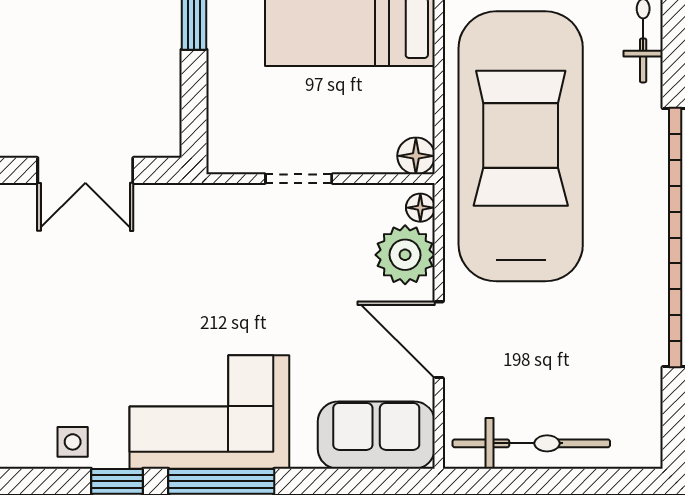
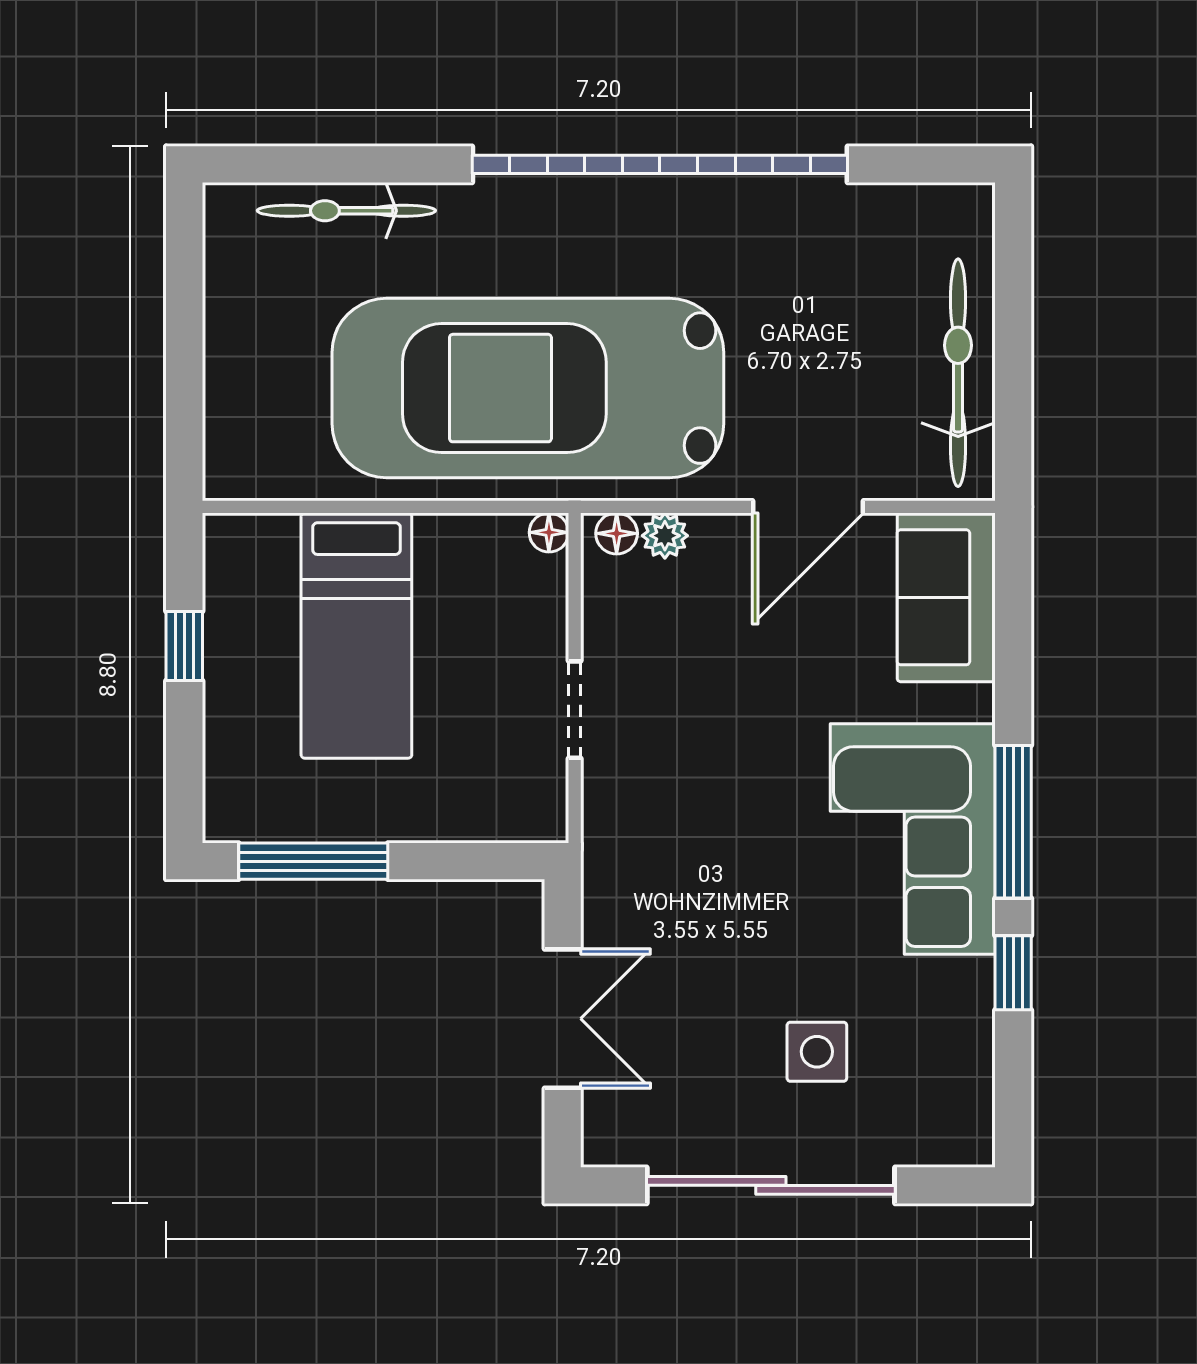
floor lamp: (416, 156) -> (549, 532), width x0.73, depth x0.73
plant: (405, 255) -> (665, 536), width x0.53, depth x0.53
side table: (73, 442) -> (817, 1052), moved, width x1.37, depth x1.37

